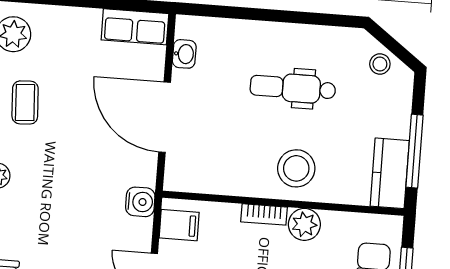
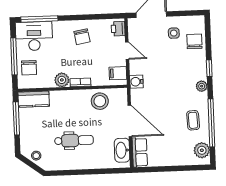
row of seats: (135, 27) -> (140, 152), moved, turned 90
washbasin: (184, 54) -> (122, 150), width x1.91, depth x1.45
stool: (296, 168) -> (100, 101), moved
kitchen counter: (390, 173) -> (34, 99), moved, turned 90

